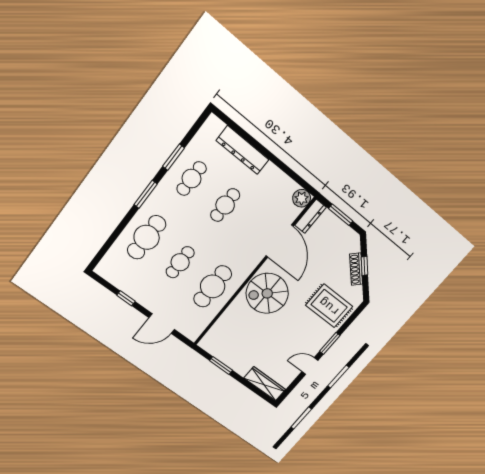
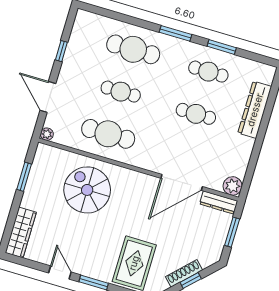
spiral stairs: (267, 293) -> (87, 190), moved
plant: (193, 335) -> (47, 134), added

